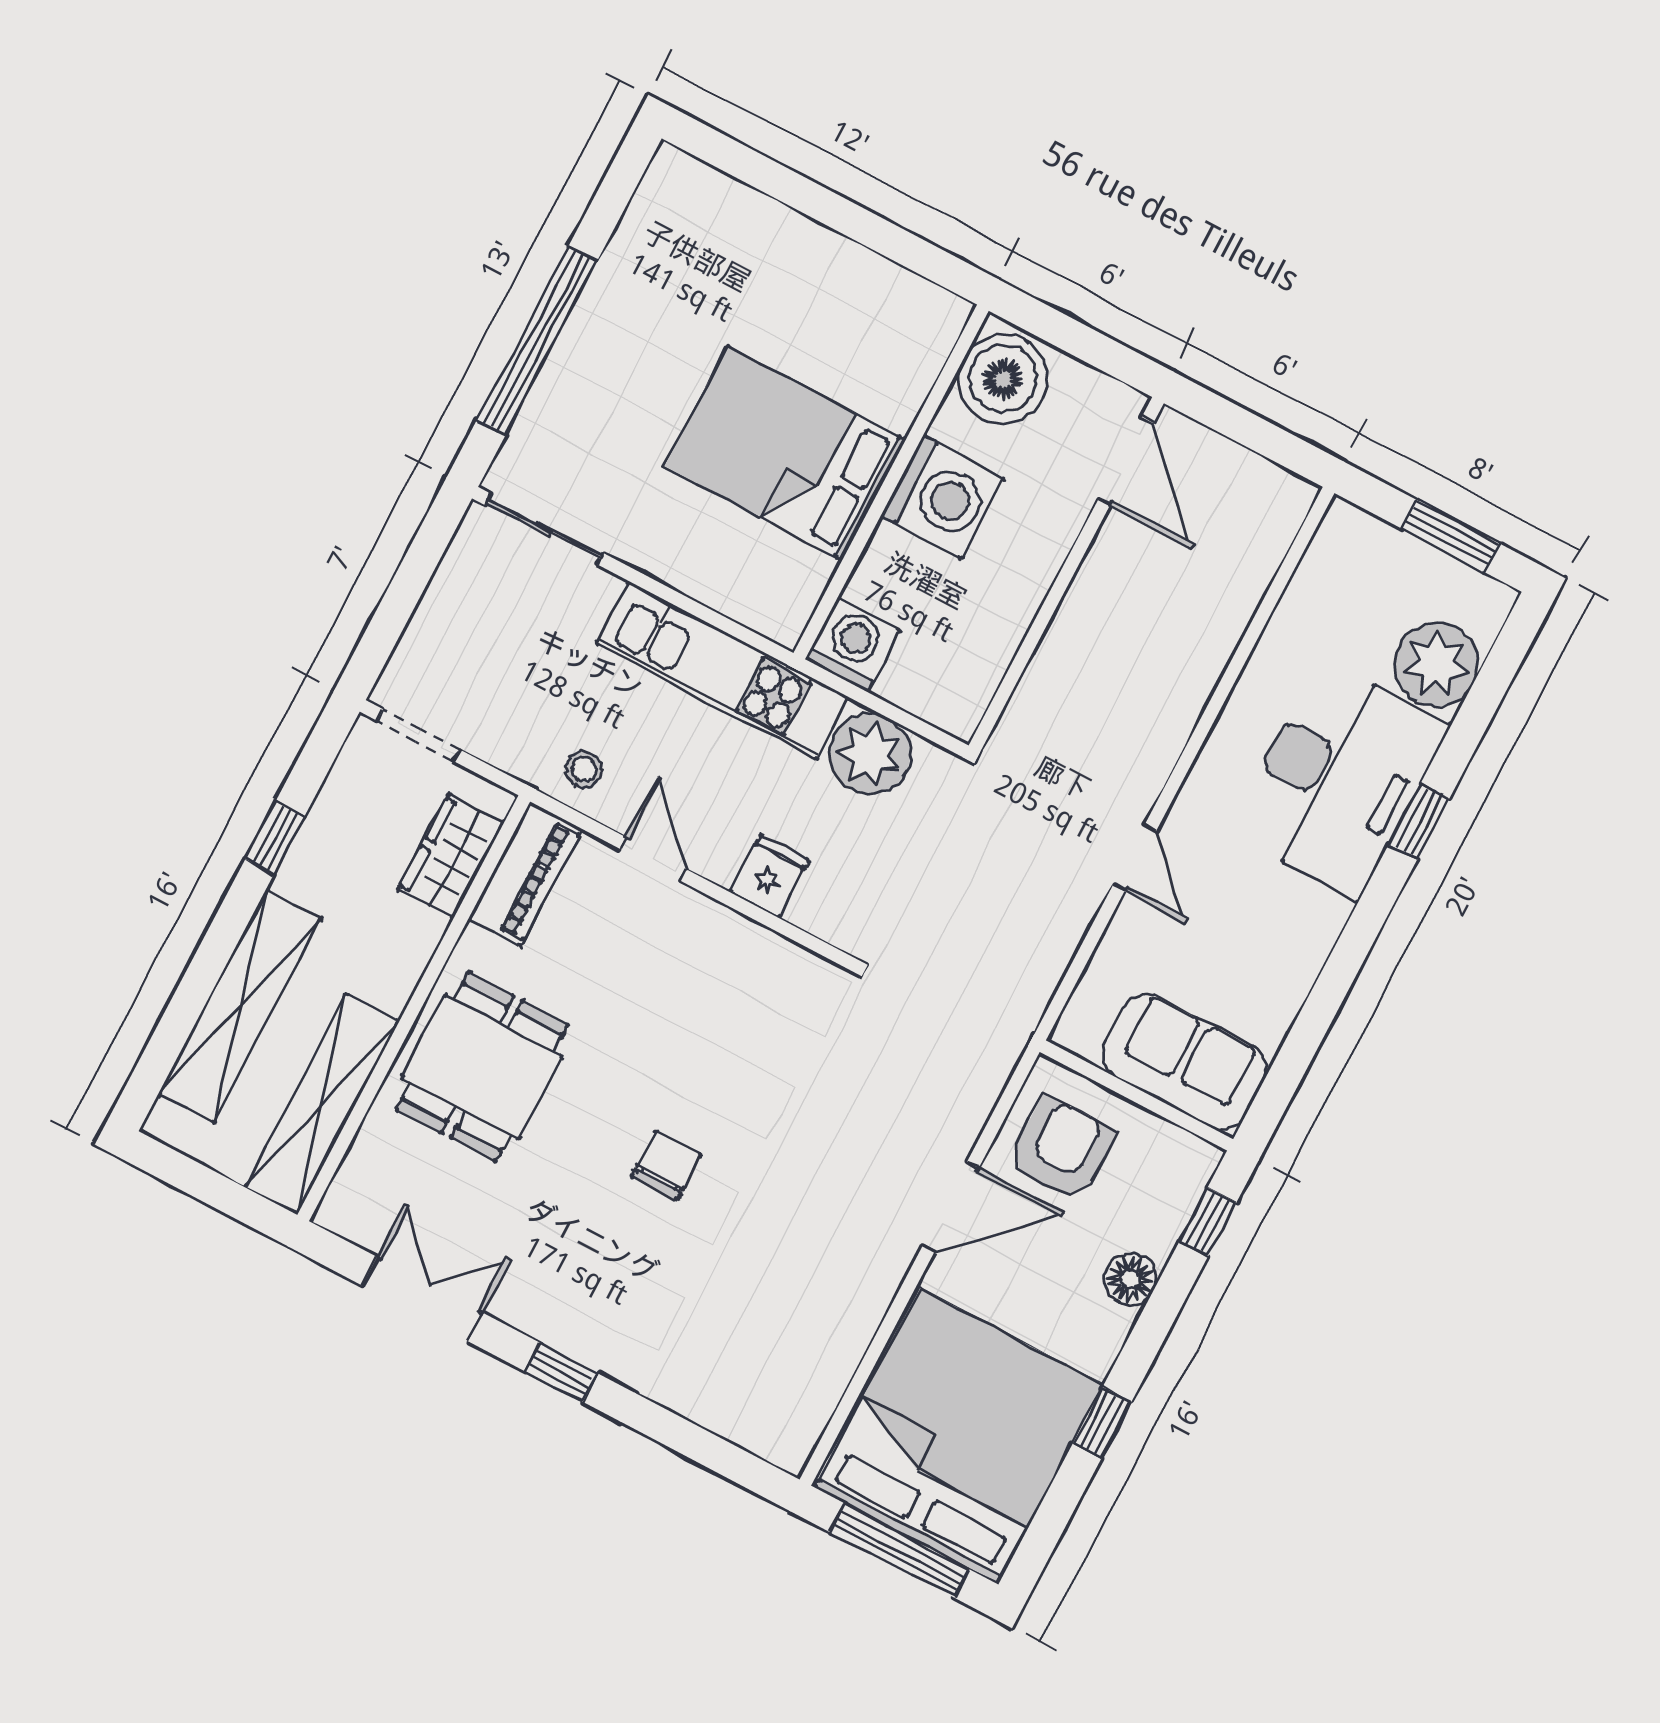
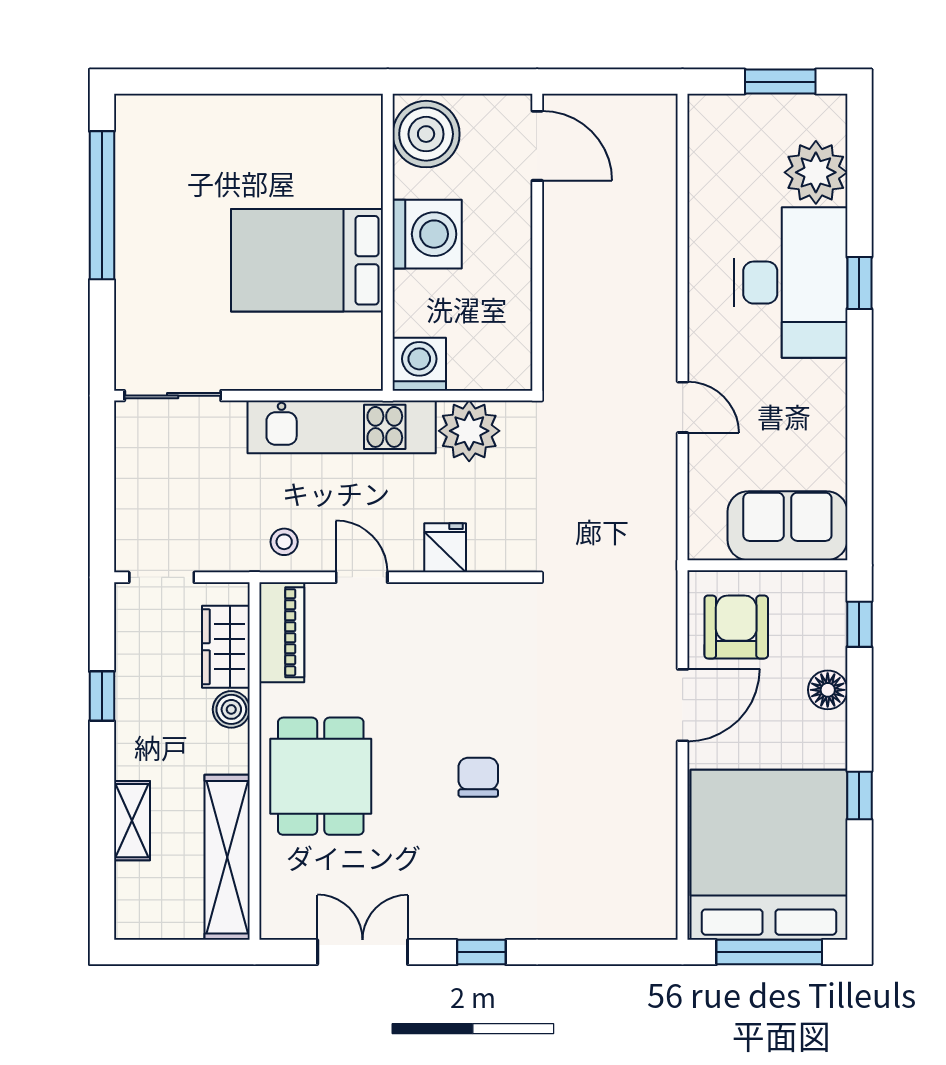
window: (537, 341) -> (102, 205), moved
boiler: (418, 933) -> (231, 709), added
shelving: (240, 1006) -> (132, 821), width x0.45, depth x0.75

